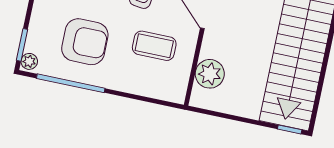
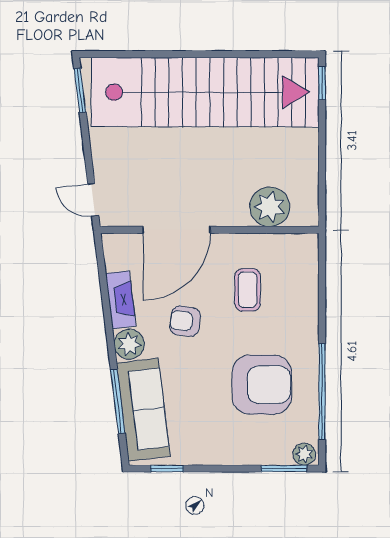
armchair: (85, 42) -> (262, 385), turned 90
coffee table: (154, 46) -> (248, 290), width x0.73, depth x0.77

